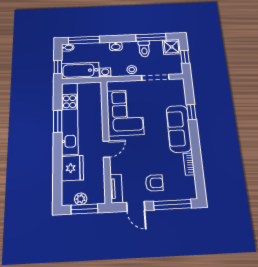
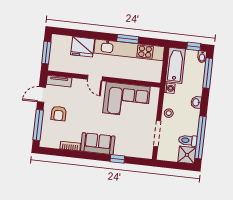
window: (151, 37) -> (201, 137), width x1.46
toilet: (144, 49) -> (188, 140), moved
window: (185, 57) -> (174, 165), removed
window: (58, 67) -> (194, 46), moved
sofa: (179, 129) -> (98, 144), width x0.73
plant: (81, 199) -> (55, 50), removed

